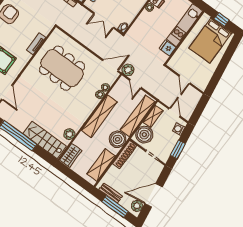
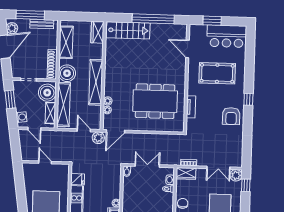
plant: (69, 134) -> (111, 50), removed

